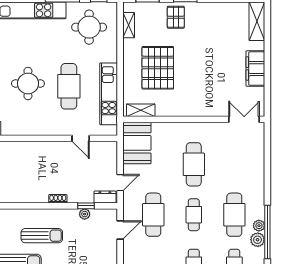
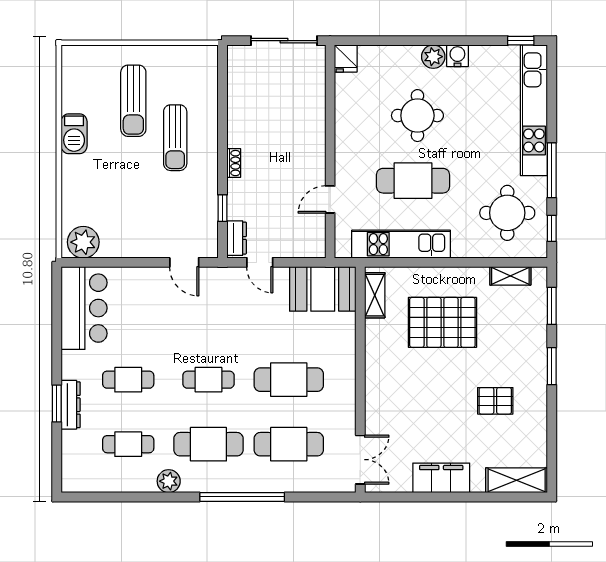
pallet: (176, 17) -> (495, 401), moved
plant: (85, 214) -> (210, 206), removed
cafe table: (153, 215) -> (289, 444), moved
plant: (259, 226) -> (191, 483), removed
window: (267, 232) -> (242, 497), moved

